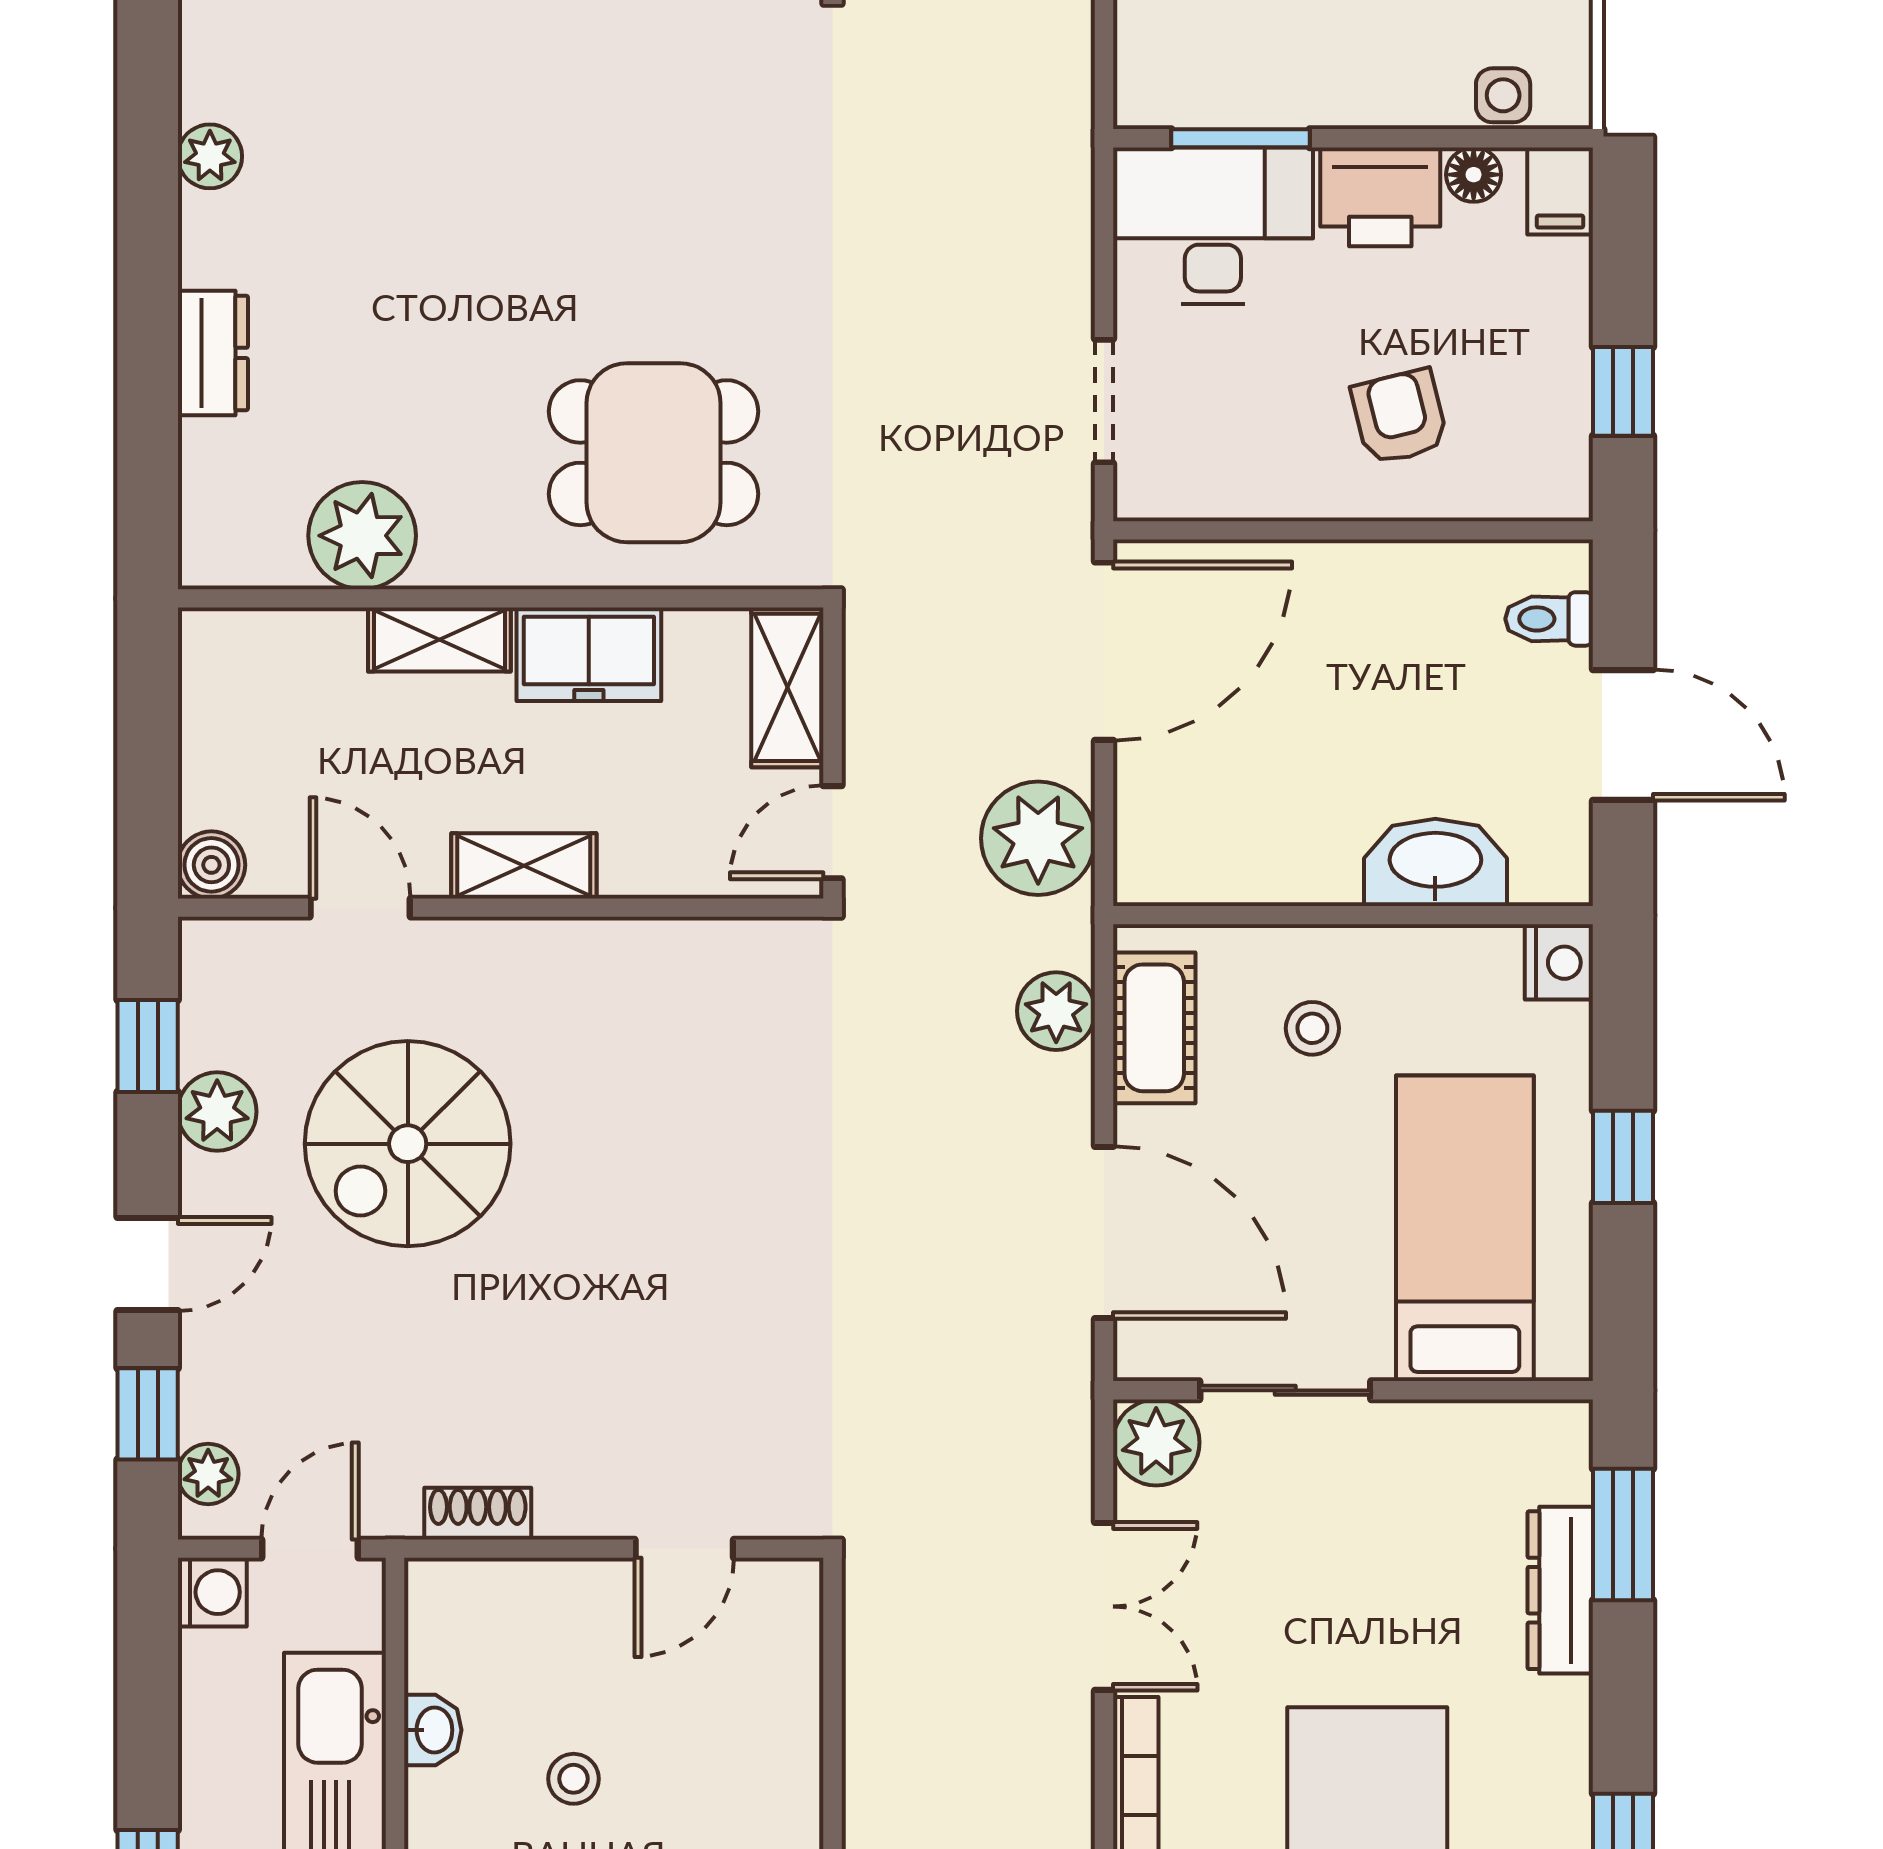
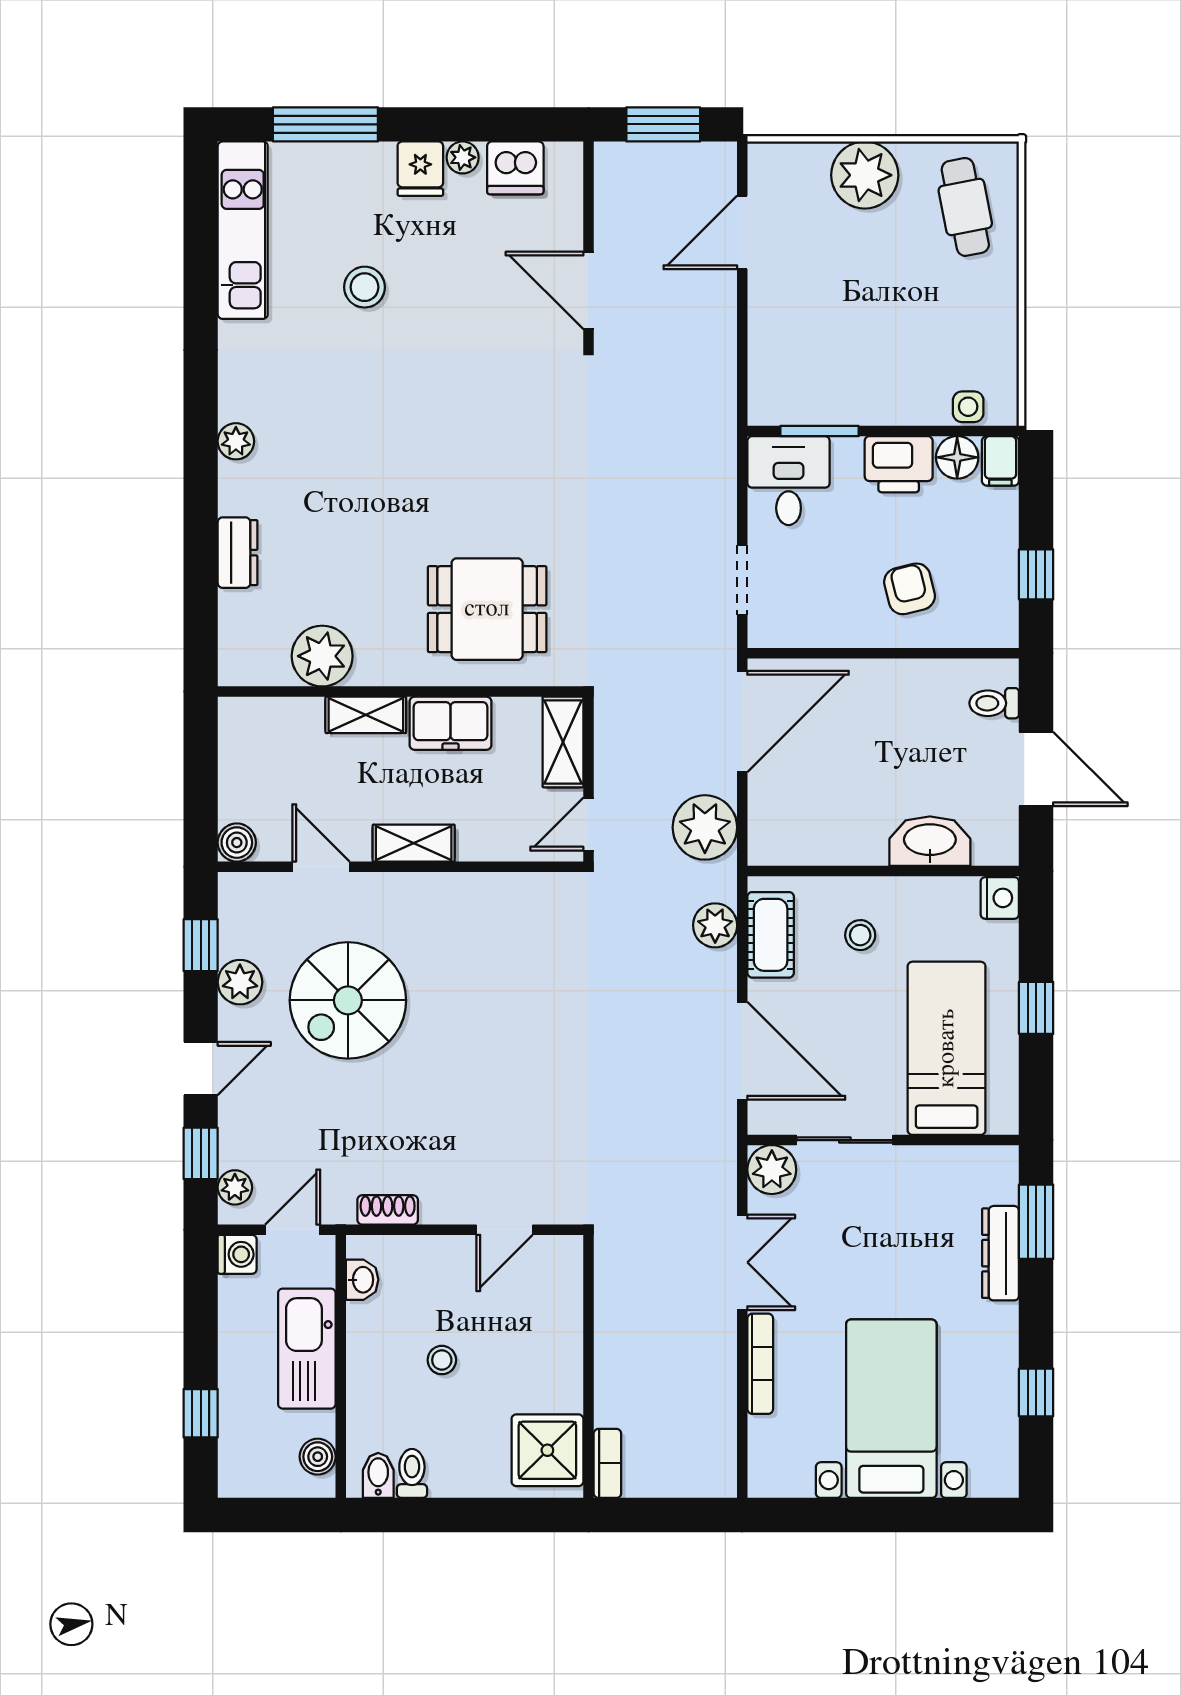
floor lamp: (1474, 175) -> (957, 457), width x1.37, depth x1.37
desk: (1213, 226) -> (789, 481), width x0.73
washbasin: (433, 1730) -> (362, 1280), moved

